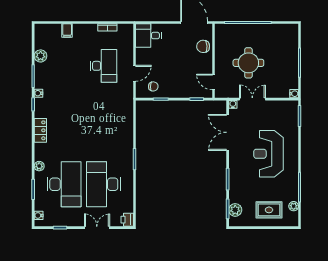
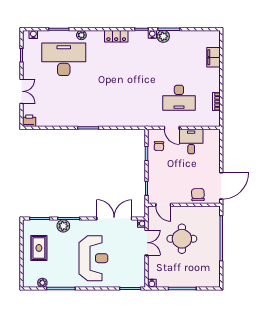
filing cabinet: (67, 30) -> (213, 57), width x2.00
desk: (149, 36) -> (191, 141), moved
plant: (41, 56) -> (163, 36), moved
door: (213, 82) -> (163, 205), swing flipped
reception desk: (268, 154) -> (93, 258), turned 90
desk: (64, 184) -> (64, 59), turned 180
desk: (104, 184) -> (64, 98), removed
plant: (235, 210) -> (63, 226), moved
rug: (269, 210) -> (39, 248), moved

